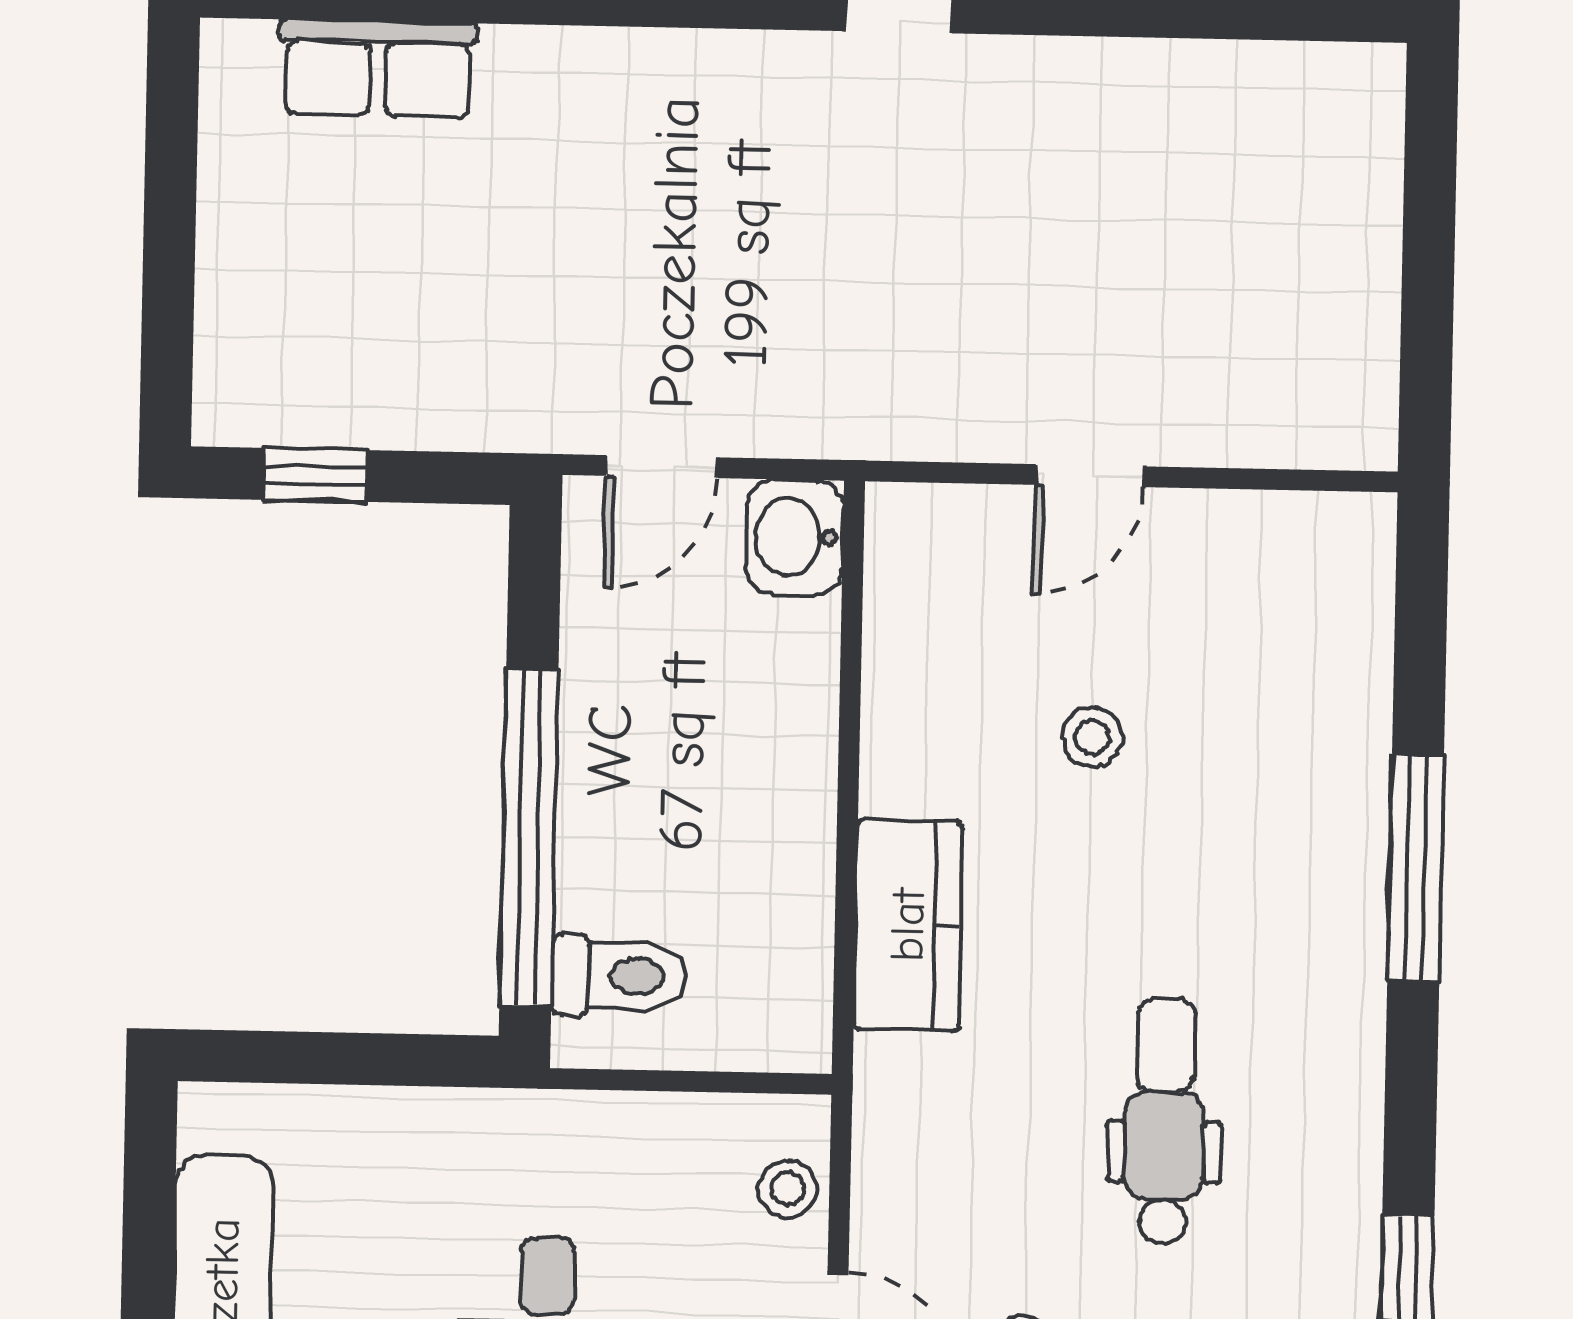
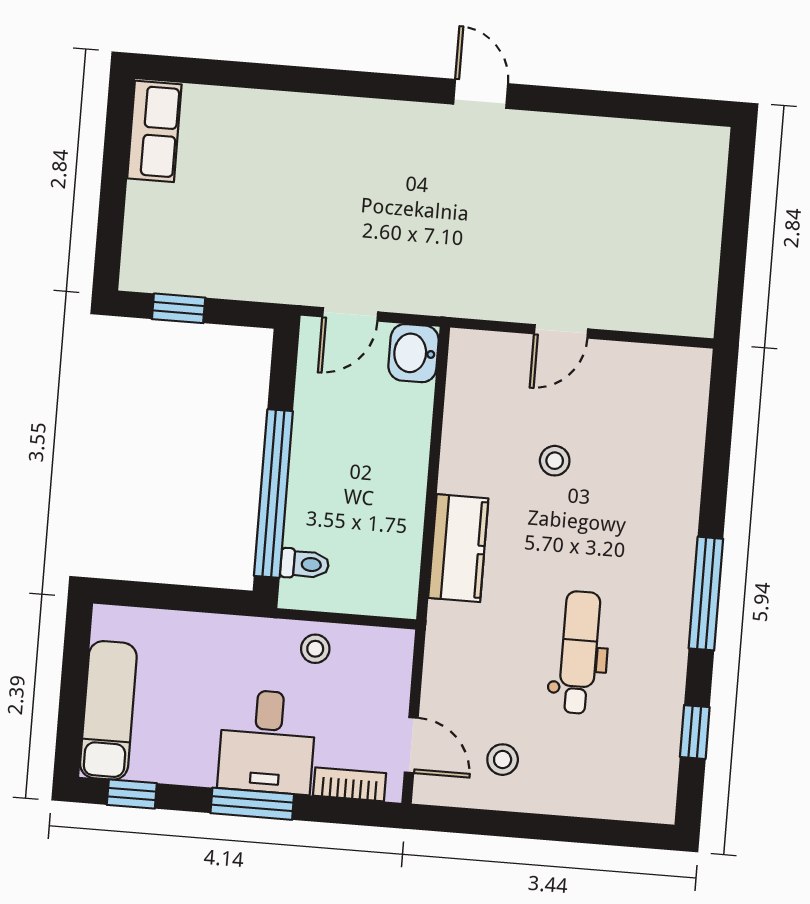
row of seats: (378, 69) -> (154, 131), moved, turned -90
window: (1416, 867) -> (706, 594), moved
toilet: (619, 976) -> (305, 564), width x0.73, depth x0.72
stool: (787, 1189) -> (315, 649), moved

